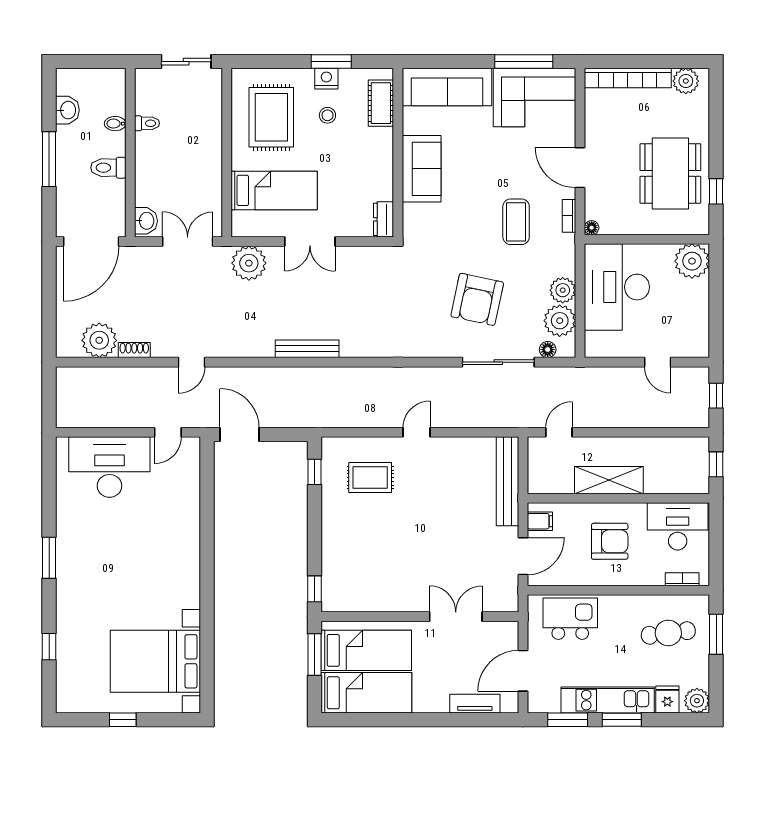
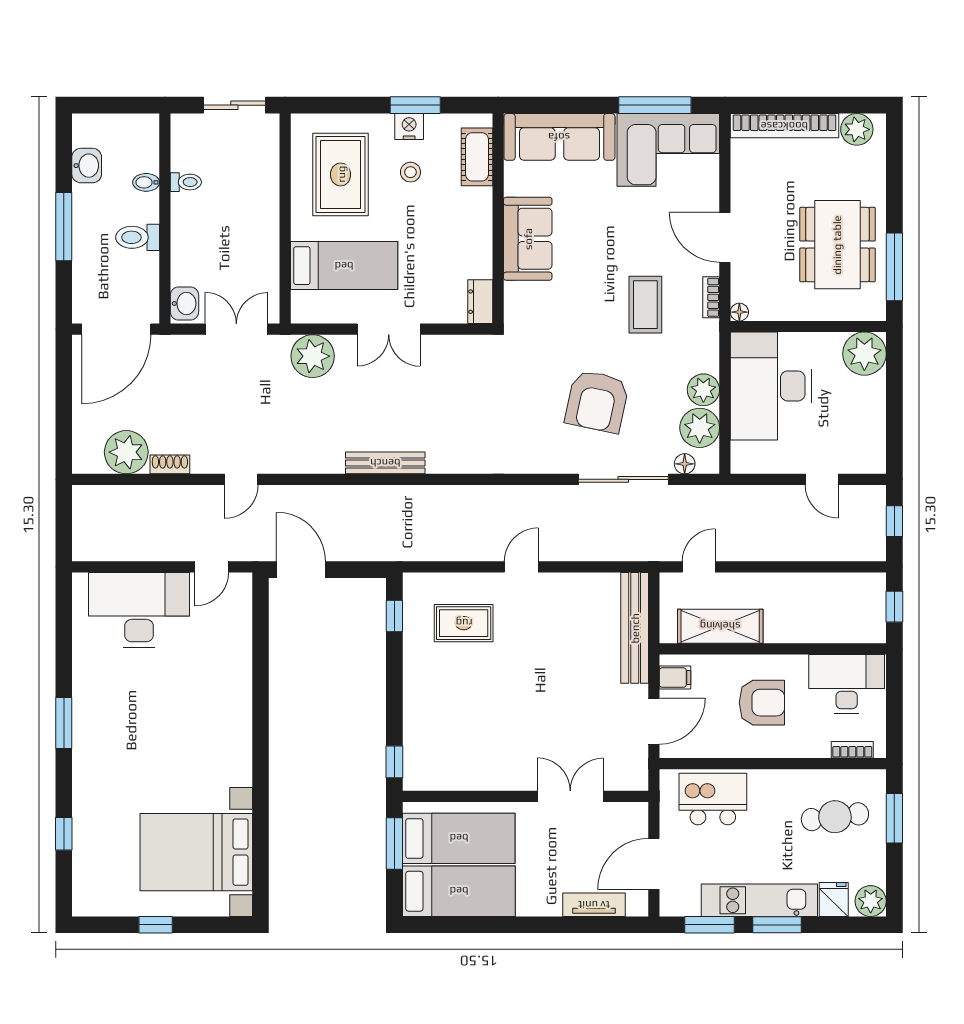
window: (716, 191) -> (894, 267), width x2.17
shelving: (609, 480) -> (720, 626), moved

